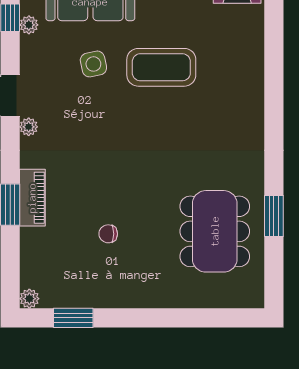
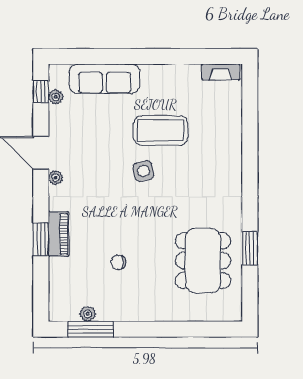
side table: (93, 64) -> (143, 171), moved
plant: (29, 299) -> (88, 314), moved
window: (73, 318) -> (91, 329), width x1.44

